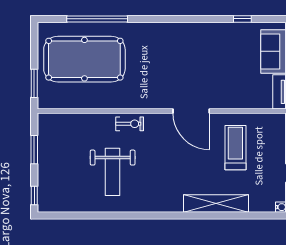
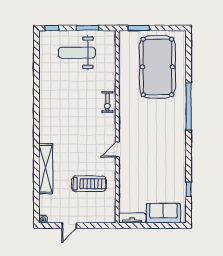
window: (97, 19) -> (189, 106), moved
door: (191, 111) -> (117, 150), width x0.53
weight bench: (113, 172) -> (77, 53), moved

